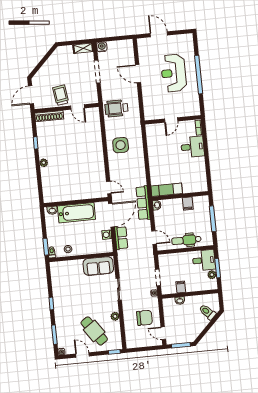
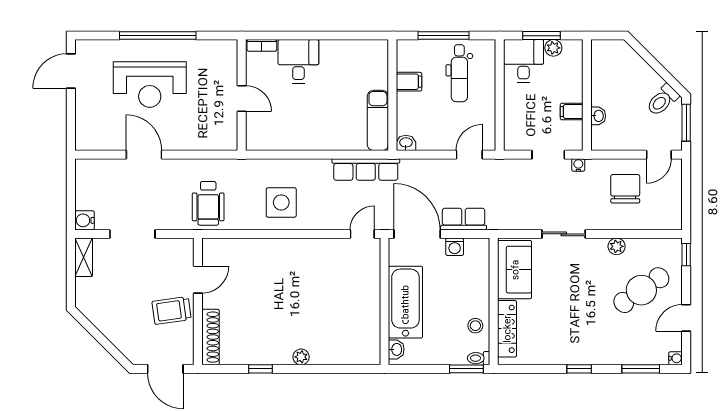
door: (159, 34) -> (71, 71), moved
door: (138, 74) -> (144, 155), swing flipped
row of seats: (143, 203) -> (366, 169), moved
dental chair: (186, 240) -> (459, 73), moved
locker: (68, 265) -> (507, 329), added
toilet: (207, 312) -> (662, 100), moved

